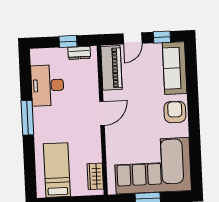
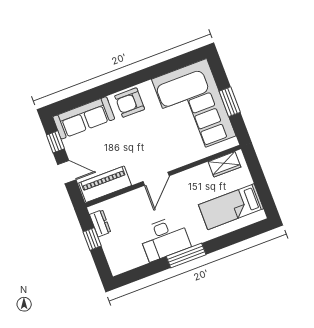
desk: (47, 85) -> (164, 238), moved
door: (102, 113) -> (156, 179), swing flipped

